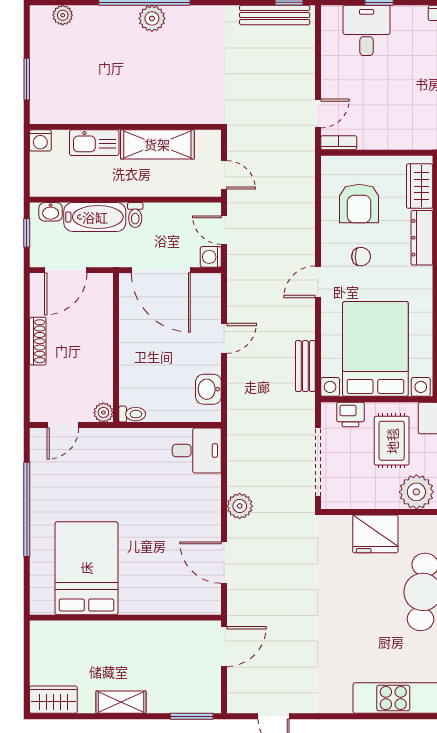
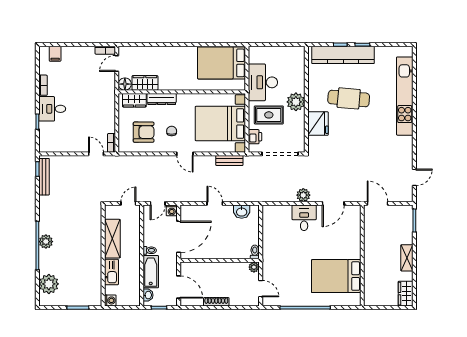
plant: (63, 15) -> (49, 284), width x1.87, depth x1.87
desk: (367, 30) -> (52, 109), moved
desk: (197, 451) -> (304, 218), moved

